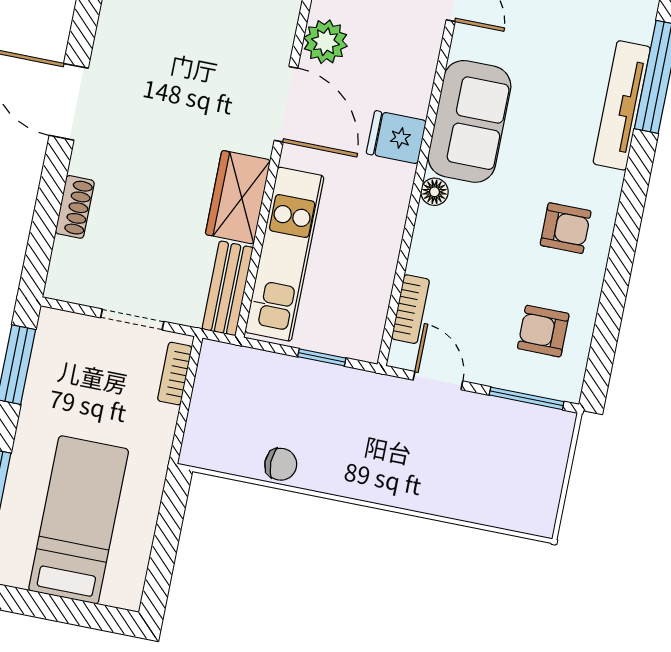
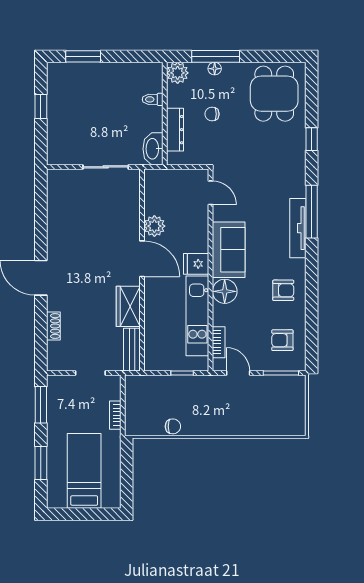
floor lamp: (434, 192) -> (225, 291), width x1.89, depth x1.89
kitchen unit: (284, 254) -> (197, 316), moved, turned 180
bookcase: (175, 374) -> (115, 415), moved

